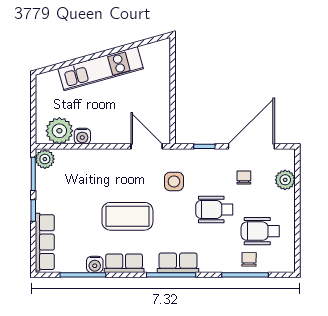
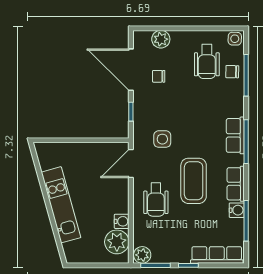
wheelchair: (214, 209) -> (156, 200), moved
side table: (286, 262) -> (235, 39), added

